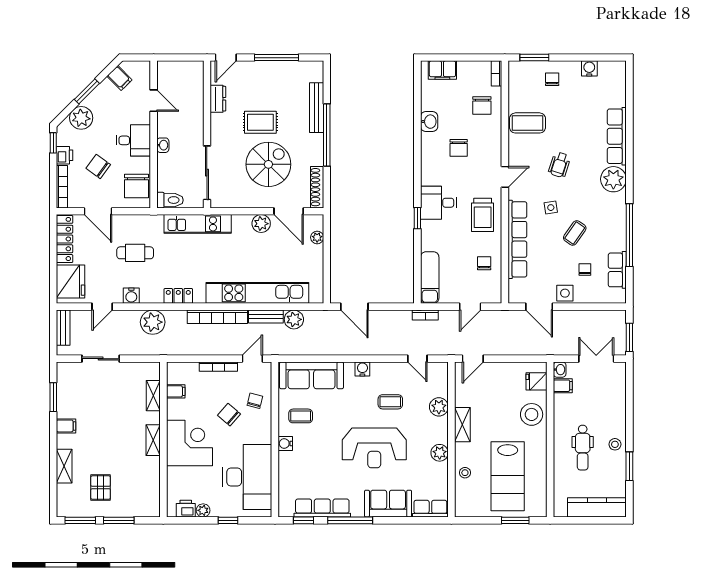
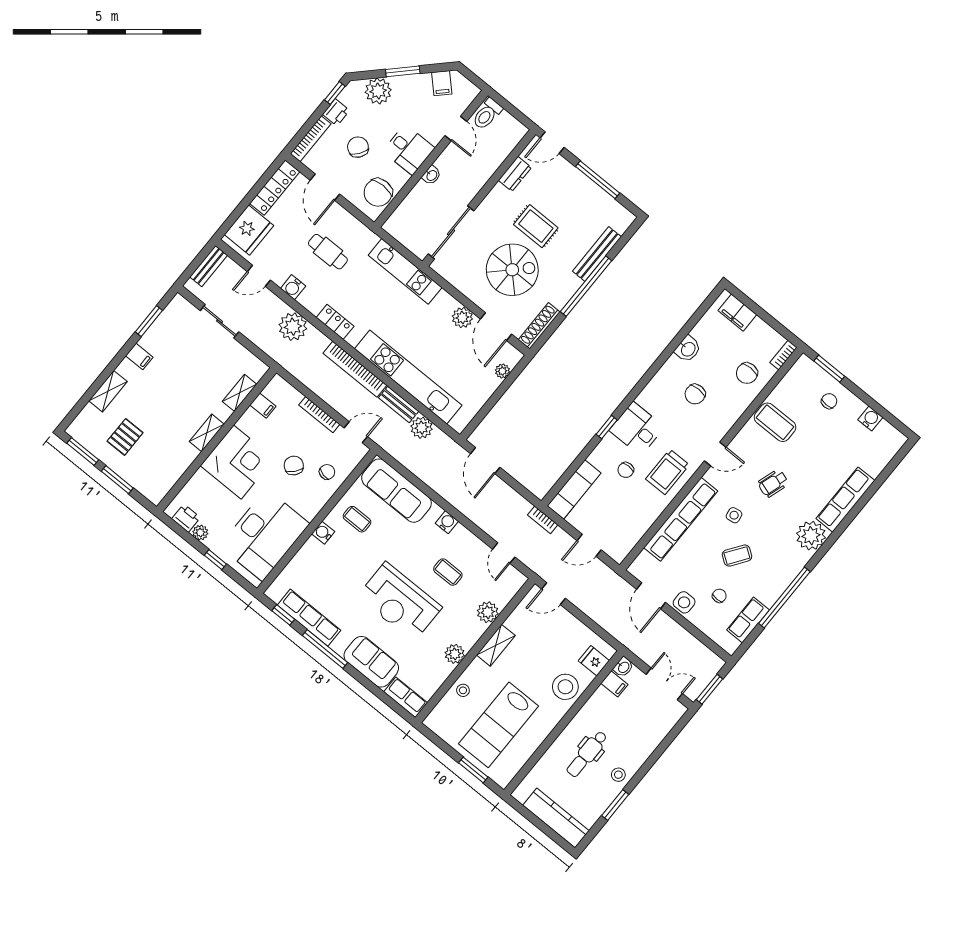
toilet: (170, 200) -> (487, 114), moved, turned 90
chair: (484, 263) -> (626, 470), moved, turned 180

